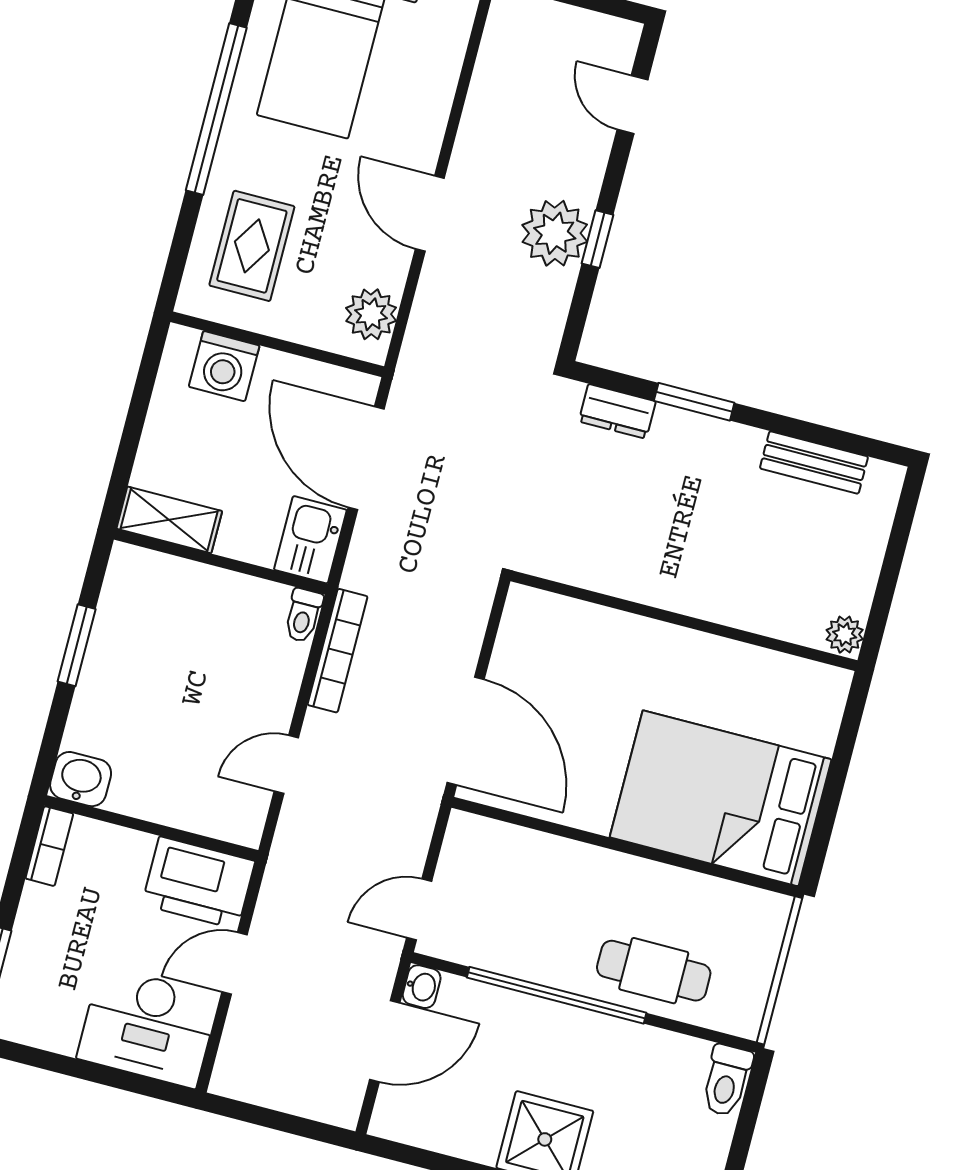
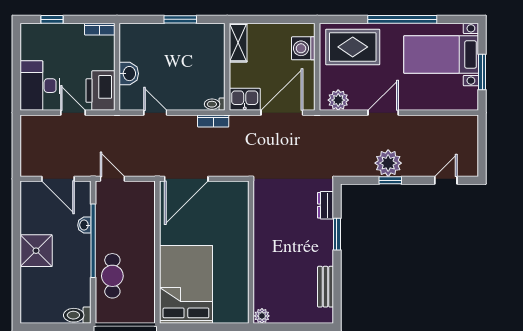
rug: (252, 246) -> (353, 47), width x1.36, depth x1.43
bookcase: (338, 651) -> (213, 121), width x0.64
washbasin: (81, 779) -> (129, 74), moved
washbasin: (422, 987) -> (84, 225), moved, turned 90

